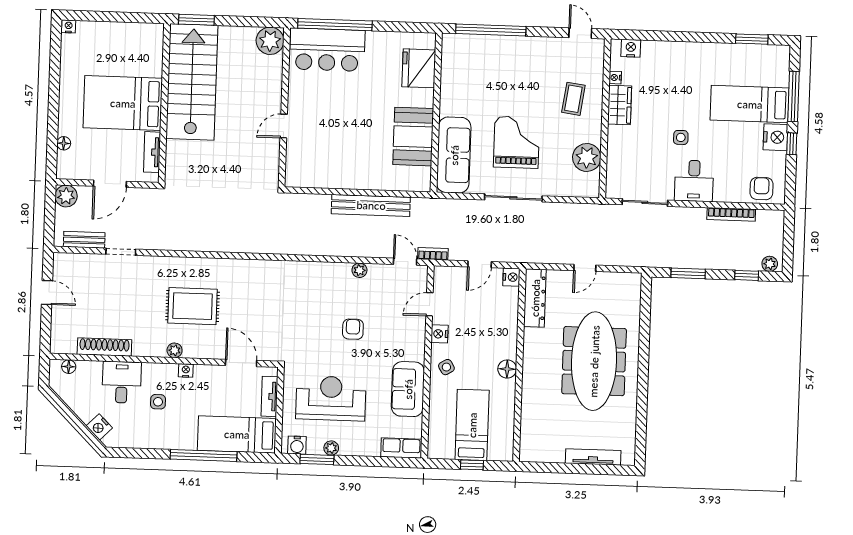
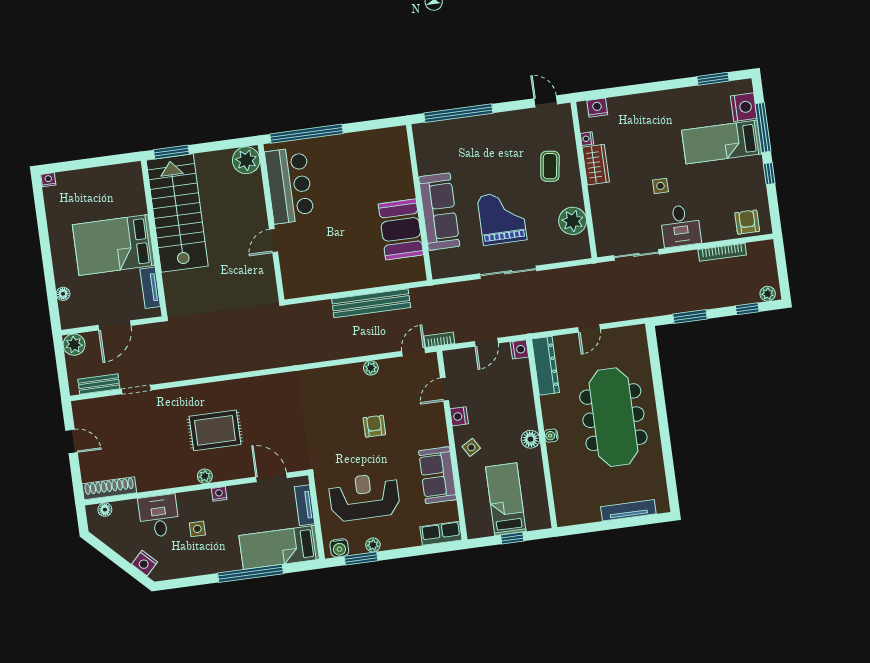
bar counter: (327, 50) -> (289, 185), moved, turned -90
fridge: (419, 68) -> (395, 162), removed
nightstand: (775, 137) -> (744, 107), moved
sofa: (454, 155) -> (439, 212), moved
door: (405, 262) -> (414, 352), hinge flipped
shoe rack: (104, 347) -> (109, 488), moved
water cooler: (529, 369) -> (551, 436), added

